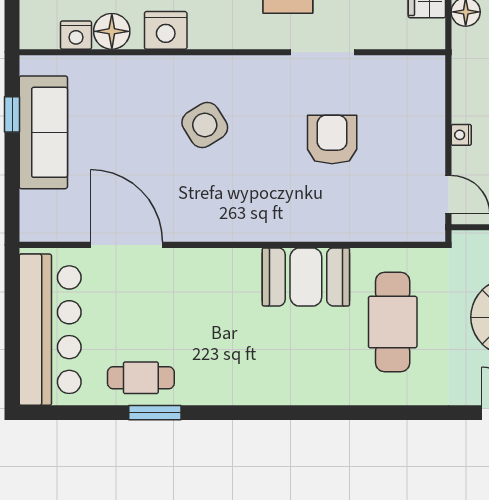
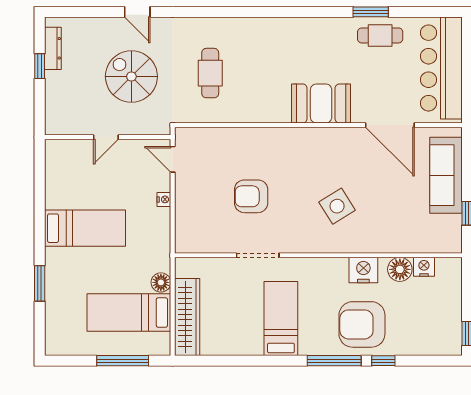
sofa: (43, 132) -> (446, 175), moved
armchair: (332, 140) -> (251, 196), turned 90
booth: (306, 277) -> (321, 104), moved
cafe table: (393, 322) -> (210, 73), width x0.73, depth x0.74

